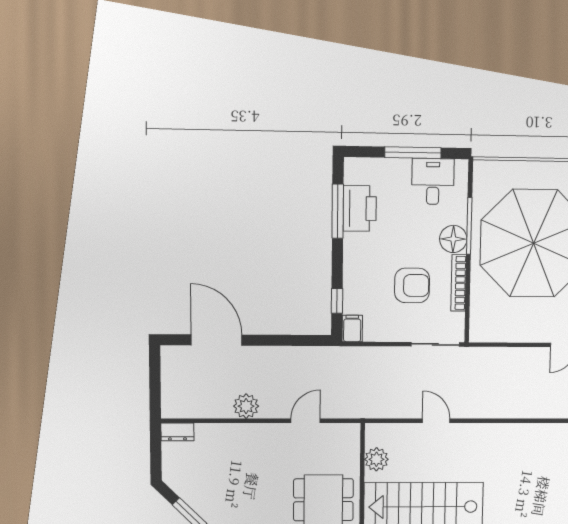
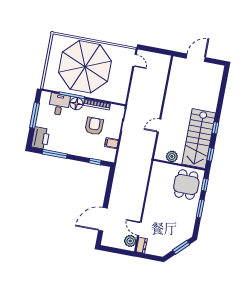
desk: (433, 182) -> (59, 104), moved, turned 90
printer: (360, 208) -> (40, 138), moved, turned 90
filing cabinet: (352, 328) -> (111, 143), moved
plant: (246, 406) -> (130, 241), moved
door: (306, 421) -> (139, 229), moved

